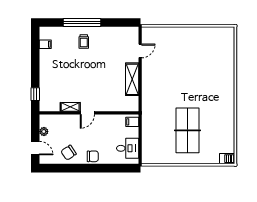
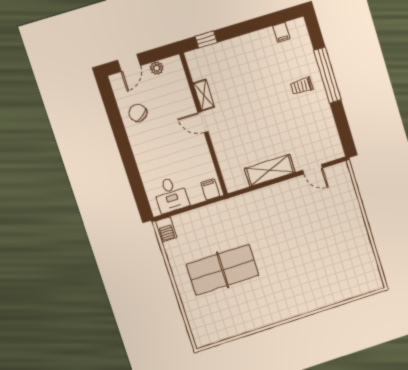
chair: (93, 156) -> (144, 149), removed
barbecue: (227, 159) -> (166, 230), moved

